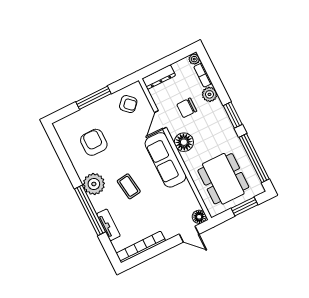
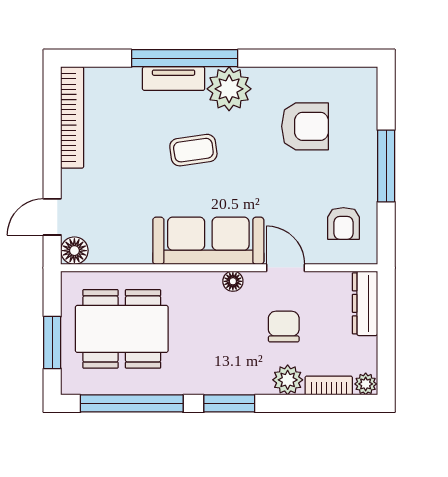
armchair: (128, 104) -> (343, 223), turned -43
floor lamp: (184, 142) -> (233, 281), width x0.53, depth x0.53
tv unit: (109, 225) -> (174, 79), moved

